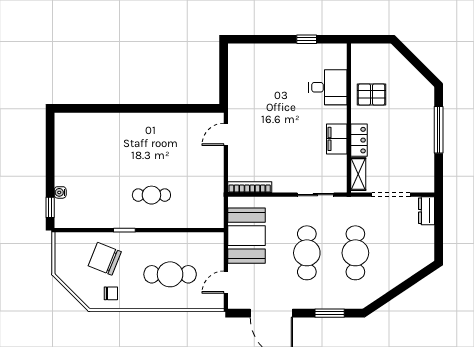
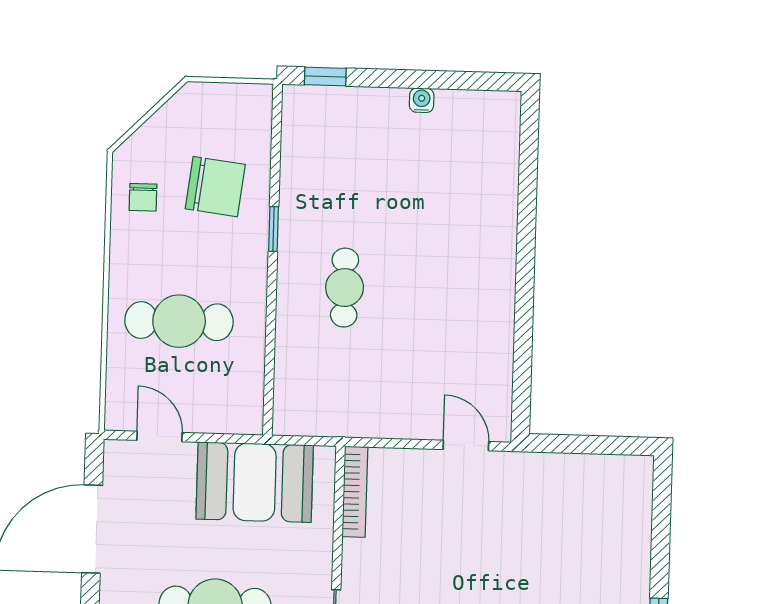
water cooler: (60, 192) -> (422, 100), moved
chair: (105, 259) -> (215, 187), turned 75
cafe table: (170, 274) -> (179, 321), turned 90

